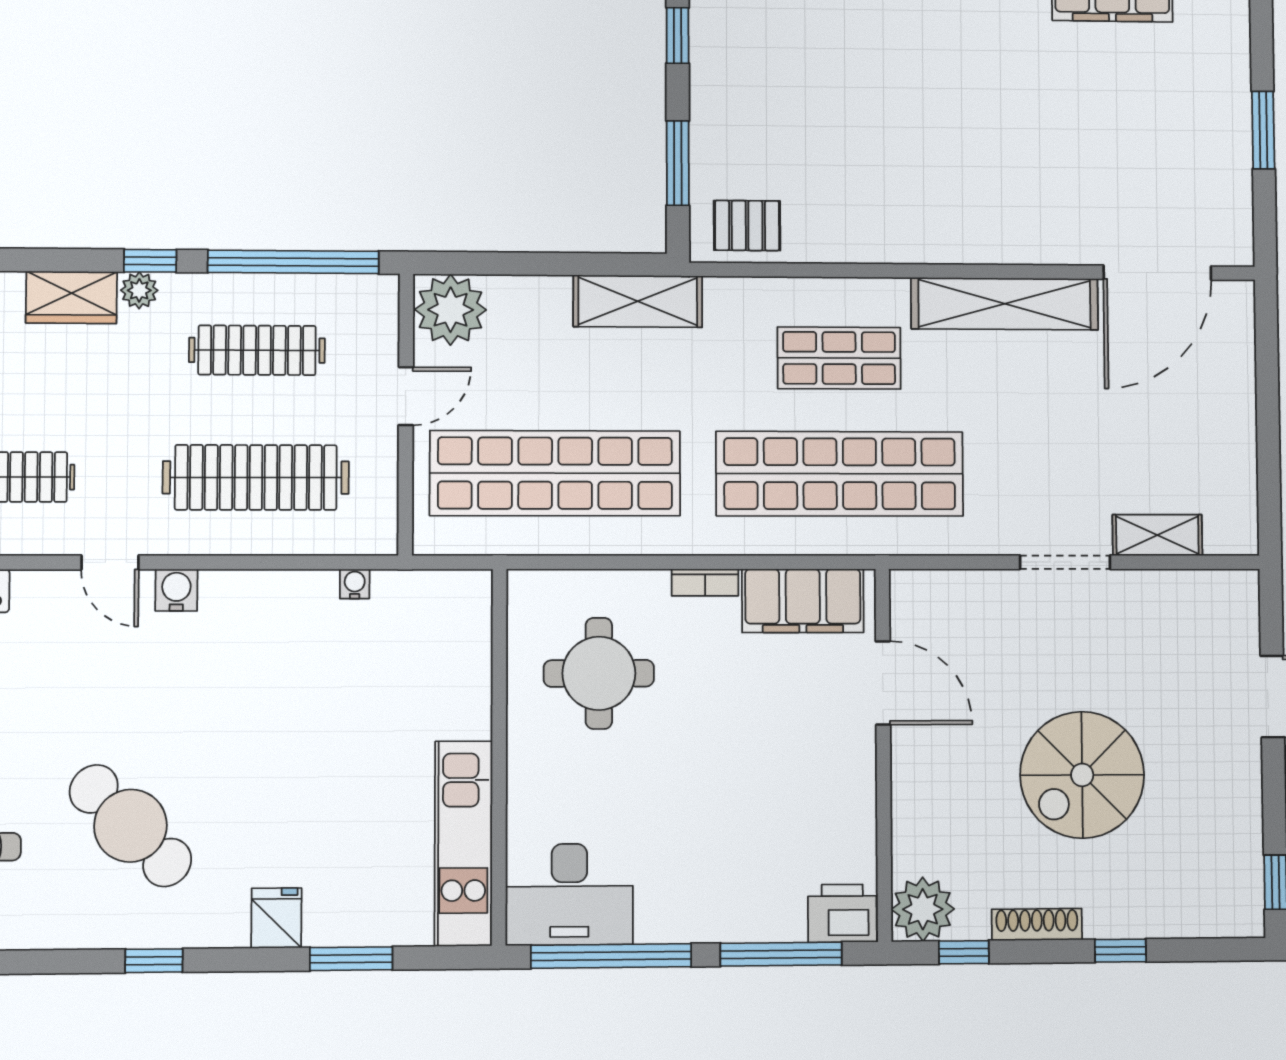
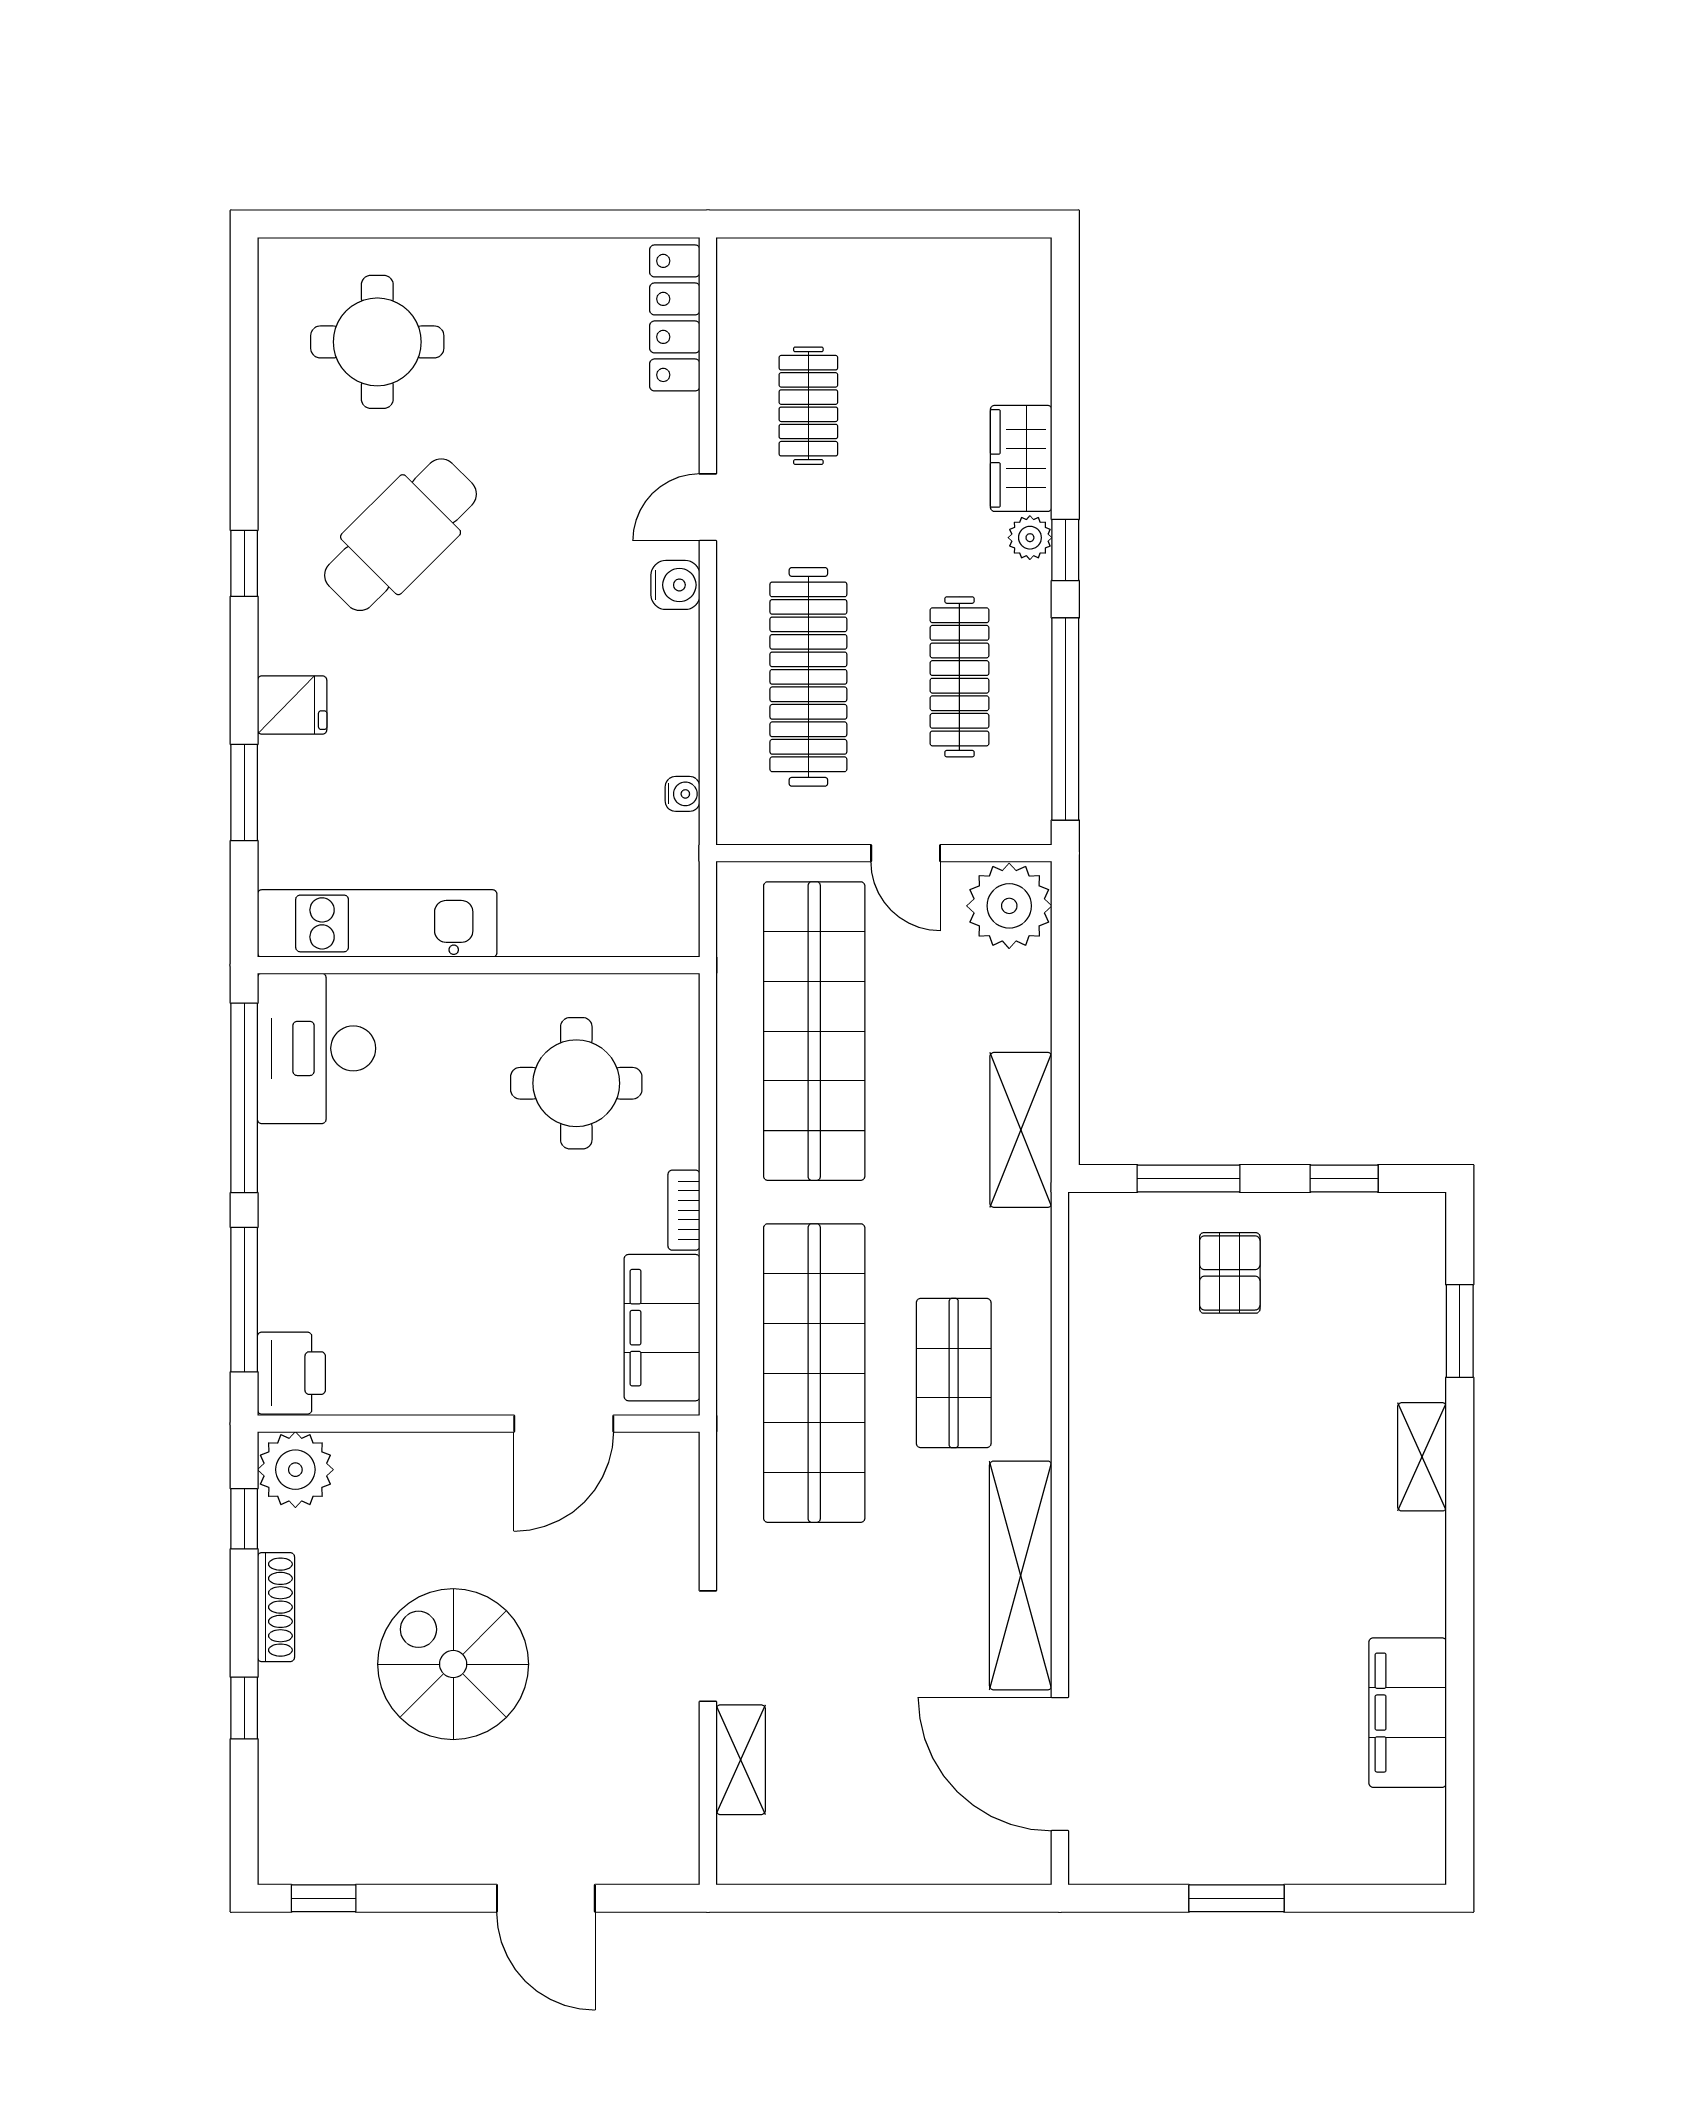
pallet: (747, 226) -> (1230, 1273), moved

